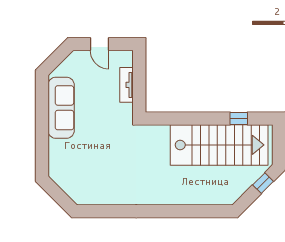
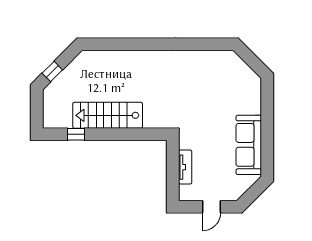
door: (99, 44) -> (211, 207), swing flipped
stairs: (219, 145) -> (108, 115), width x0.73, depth x0.66

